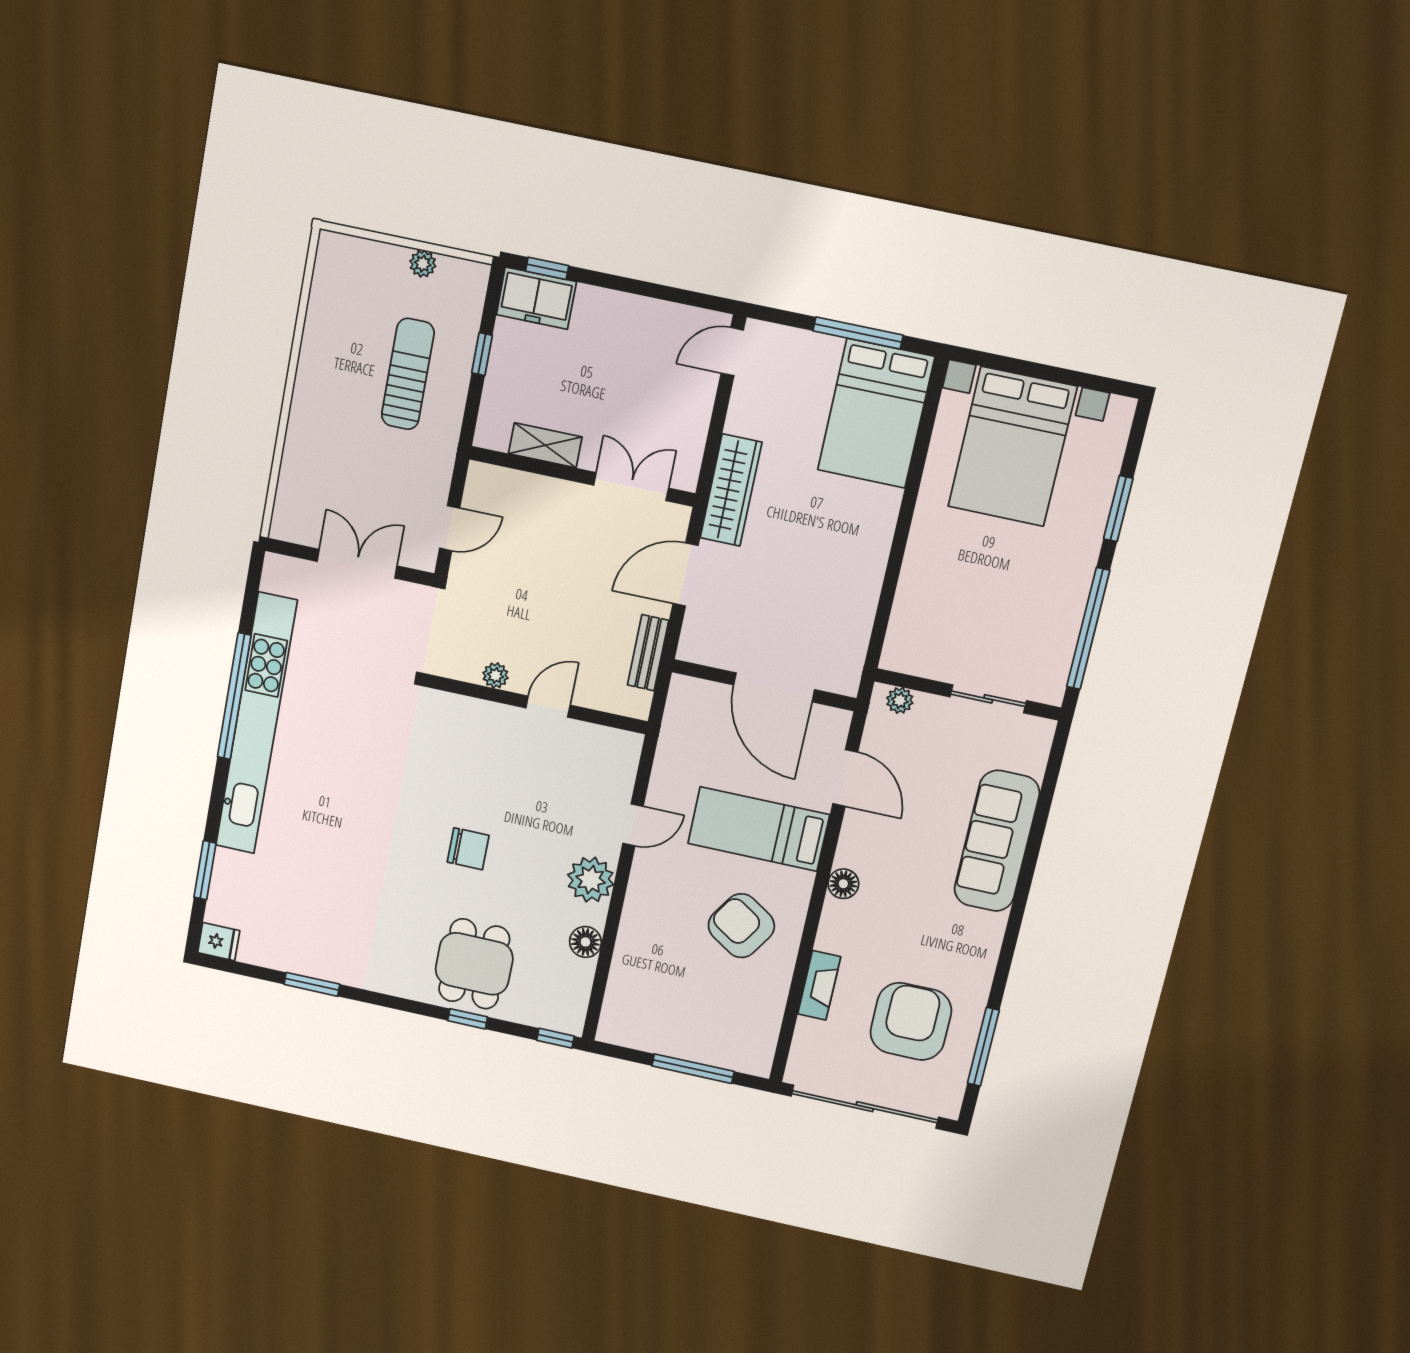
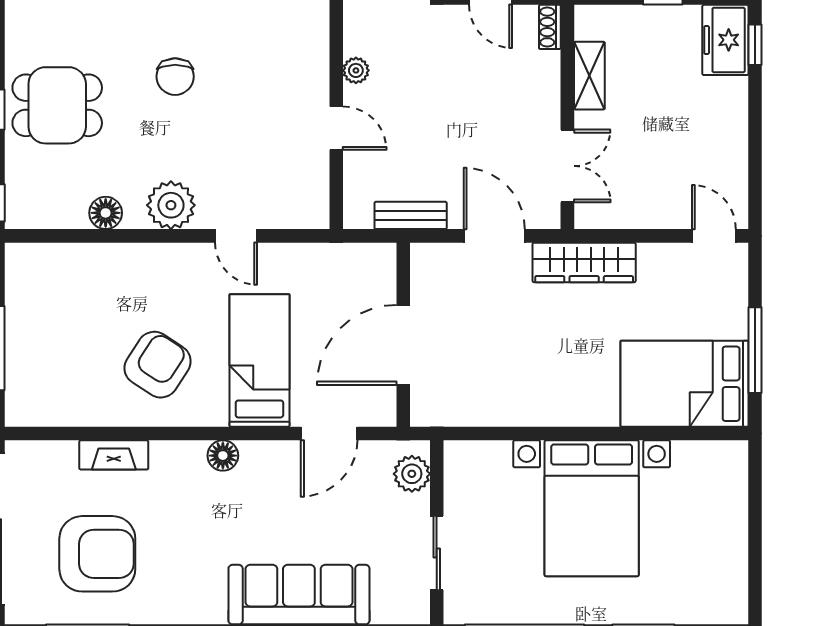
bed with nightstands: (1012, 447) -> (592, 508), moved, turned -90
shoe rack: (489, 475) -> (550, 27), added
plant: (900, 700) -> (412, 474), width x1.38, depth x1.38

